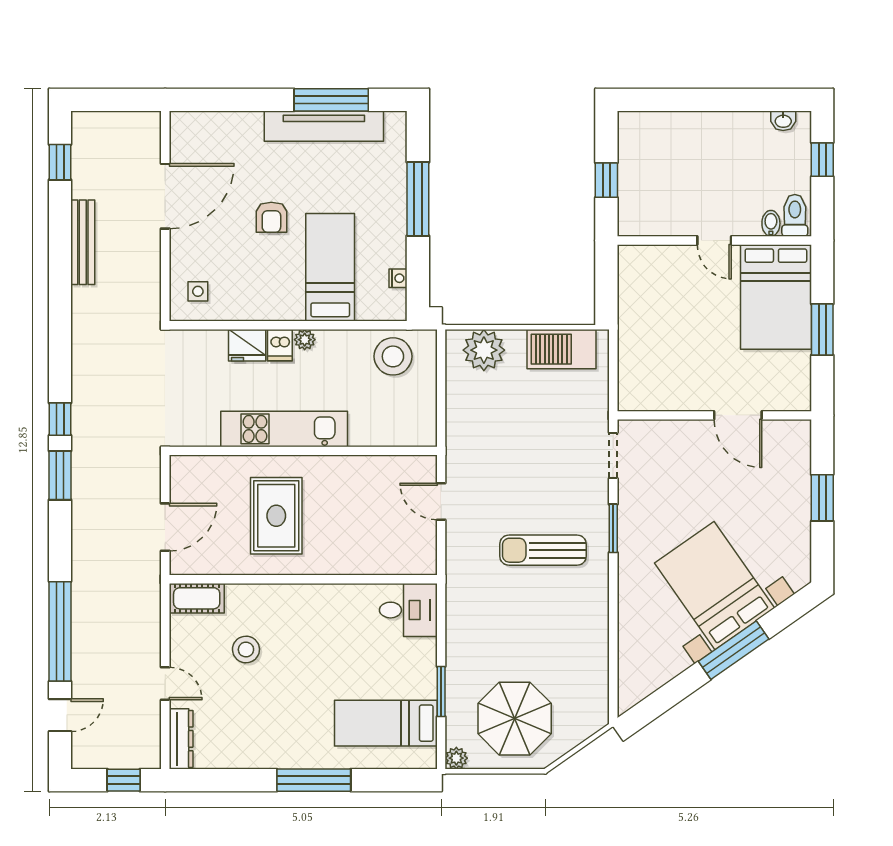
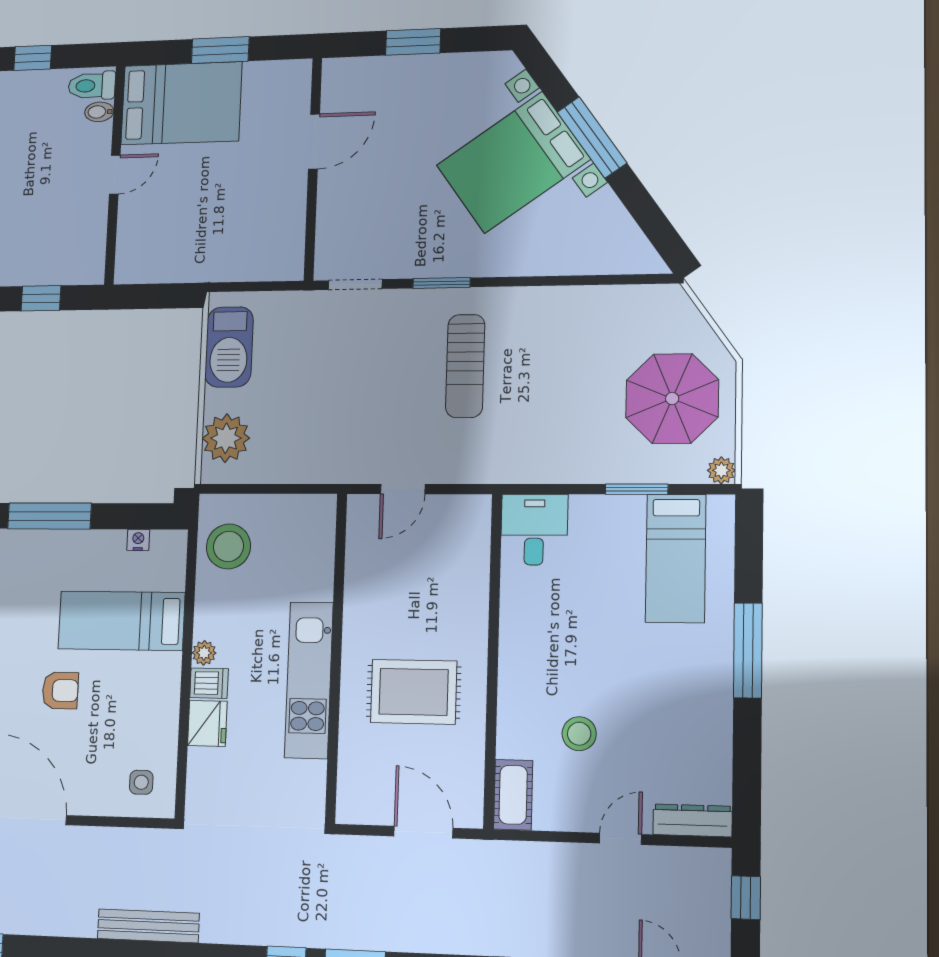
bench: (83, 242) -> (148, 926), moved

